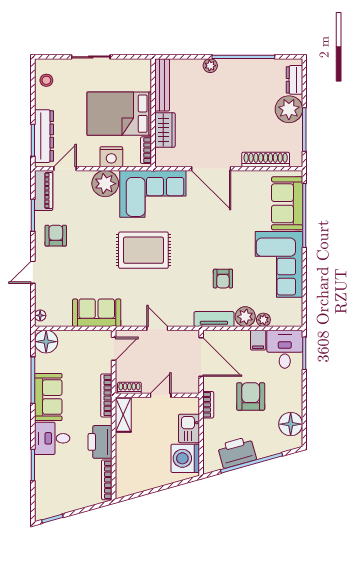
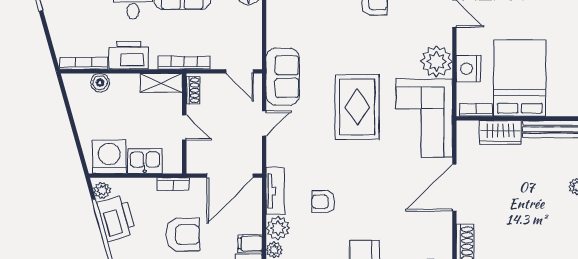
sofa: (97, 313) -> (283, 77), moved
plant: (214, 464) -> (102, 190), added
boiler: (123, 466) -> (100, 83), added

